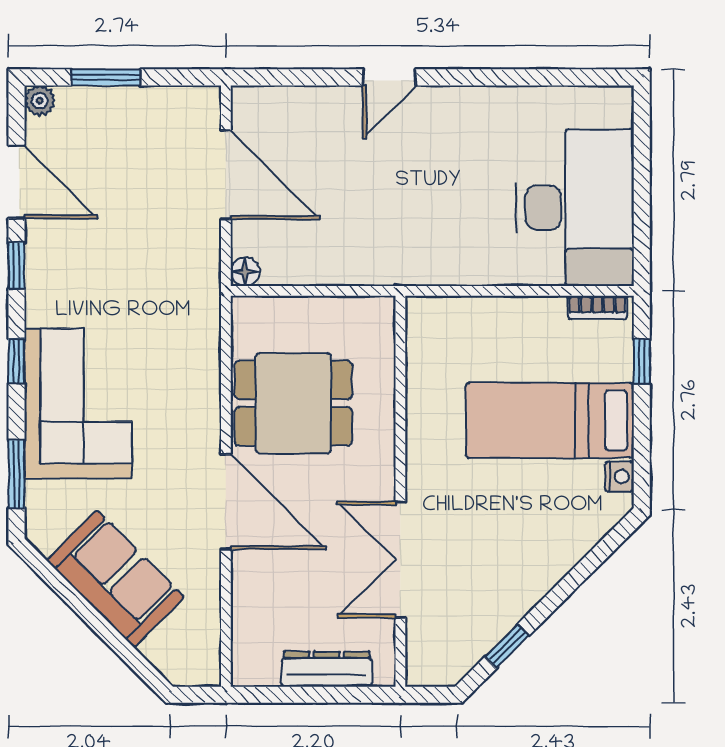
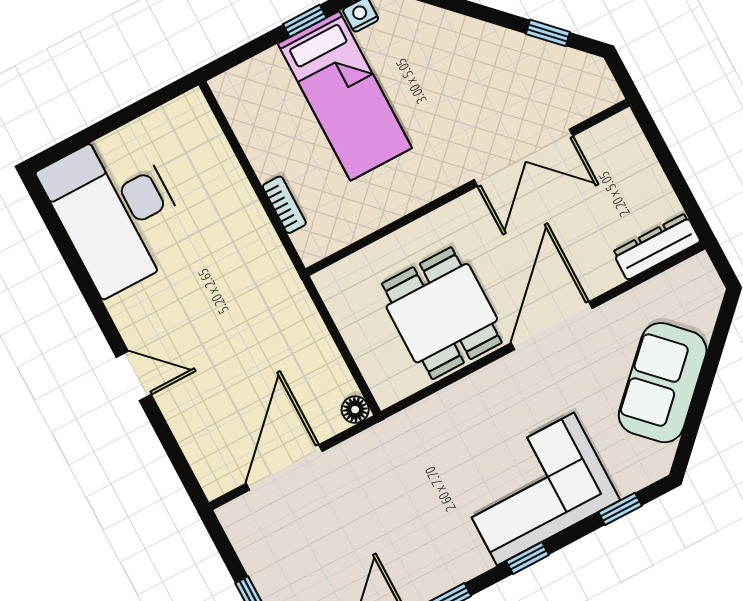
desk: (575, 208) -> (116, 211), moved, turned -90
bookcase: (597, 308) -> (284, 205), moved
window: (642, 362) -> (305, 21), moved
window: (16, 474) -> (620, 509), width x0.67
dresser: (327, 669) -> (657, 247), moved, turned 90

